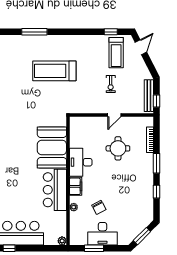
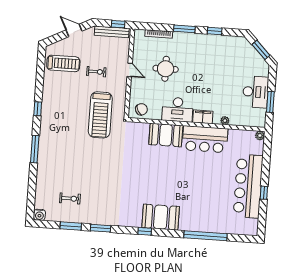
window: (111, 32) -> (38, 109), moved
door: (141, 47) -> (74, 30), moved
treadmill: (54, 71) -> (100, 115), moved
booth: (52, 148) -> (166, 135), width x0.73, depth x0.70
chair: (99, 207) -> (141, 109), moved

